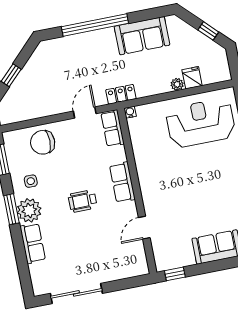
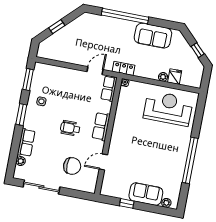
chair: (43, 142) -> (72, 166), moved, turned 180
plant: (29, 210) -> (21, 161), moved, width x0.53, depth x0.53
window: (175, 274) -> (127, 203), moved

